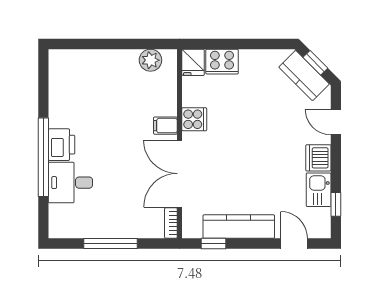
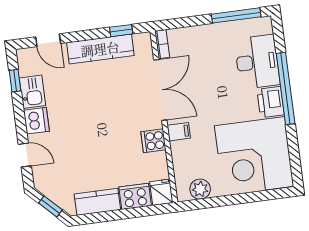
kitchen counter: (304, 76) -> (97, 202), moved, turned -45
corner desk: (87, 88) -> (254, 156), added
desk: (70, 183) -> (257, 62), width x1.37
window: (111, 243) -> (236, 15), moved

